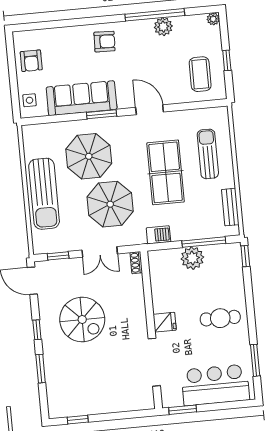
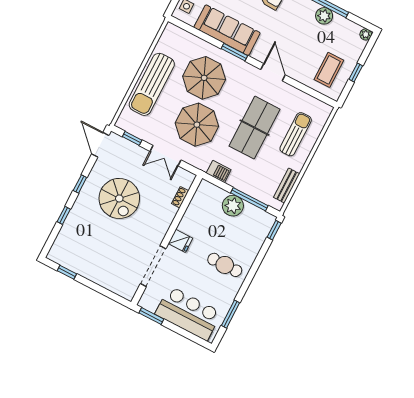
shoe rack: (136, 263) -> (180, 197), moved
window: (41, 369) -> (64, 215), width x0.67

